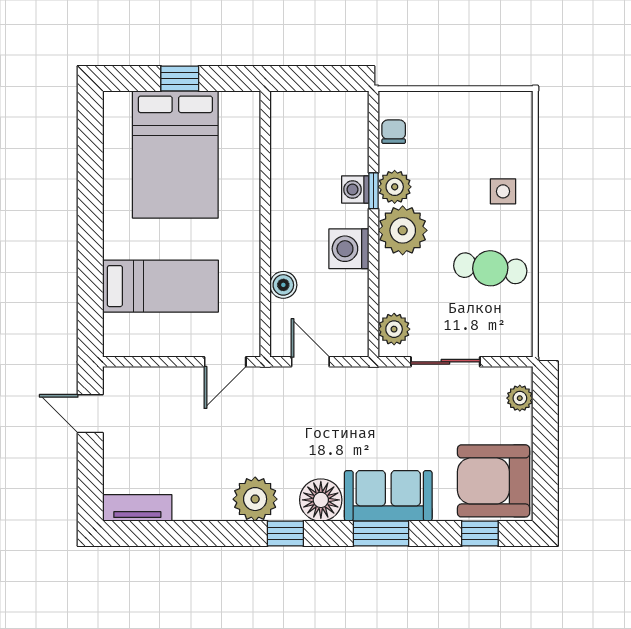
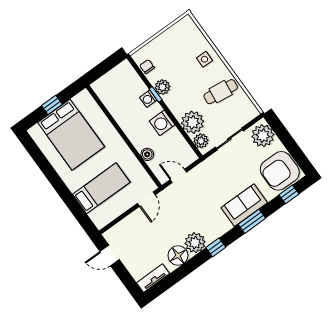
plant: (403, 230) -> (193, 122), moved
plant: (520, 398) -> (263, 136), width x1.88, depth x1.88
floor lamp: (321, 500) -> (178, 255), moved

